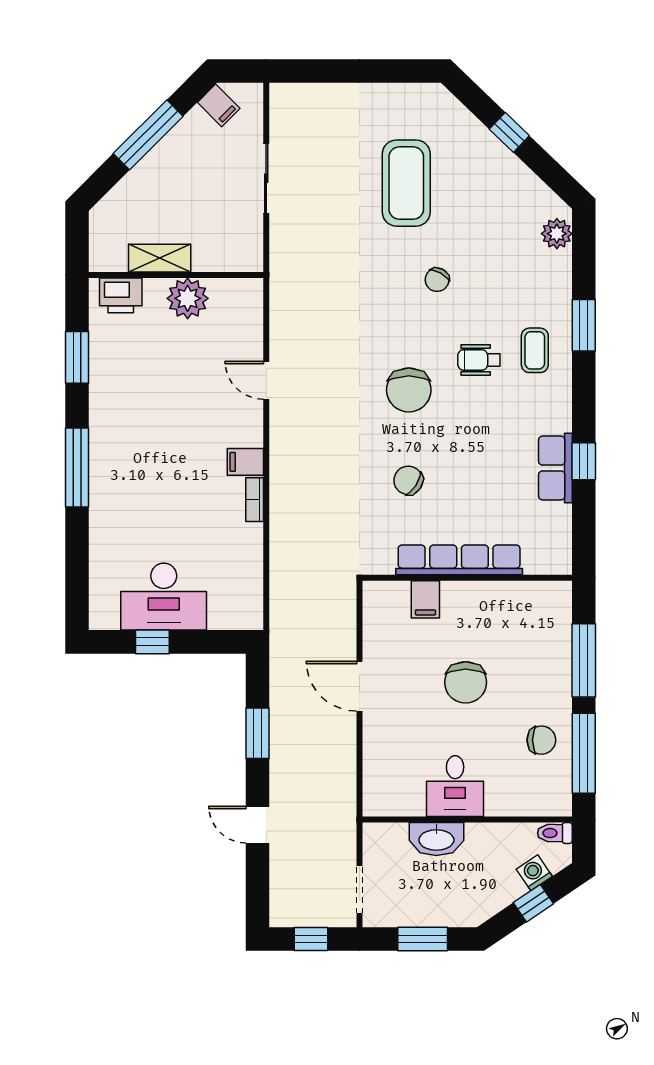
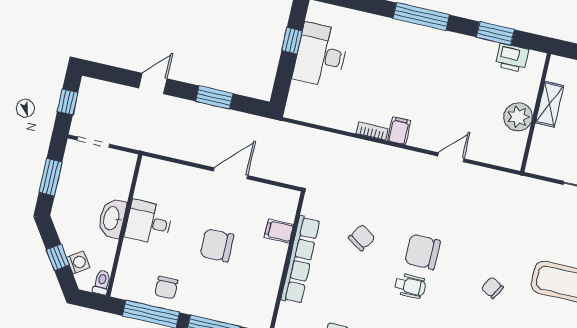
printer: (121, 295) -> (512, 58), moved, turned -90
wheelchair: (479, 360) -> (410, 286), moved, turned 90
washbasin: (436, 839) -> (112, 218), moved

